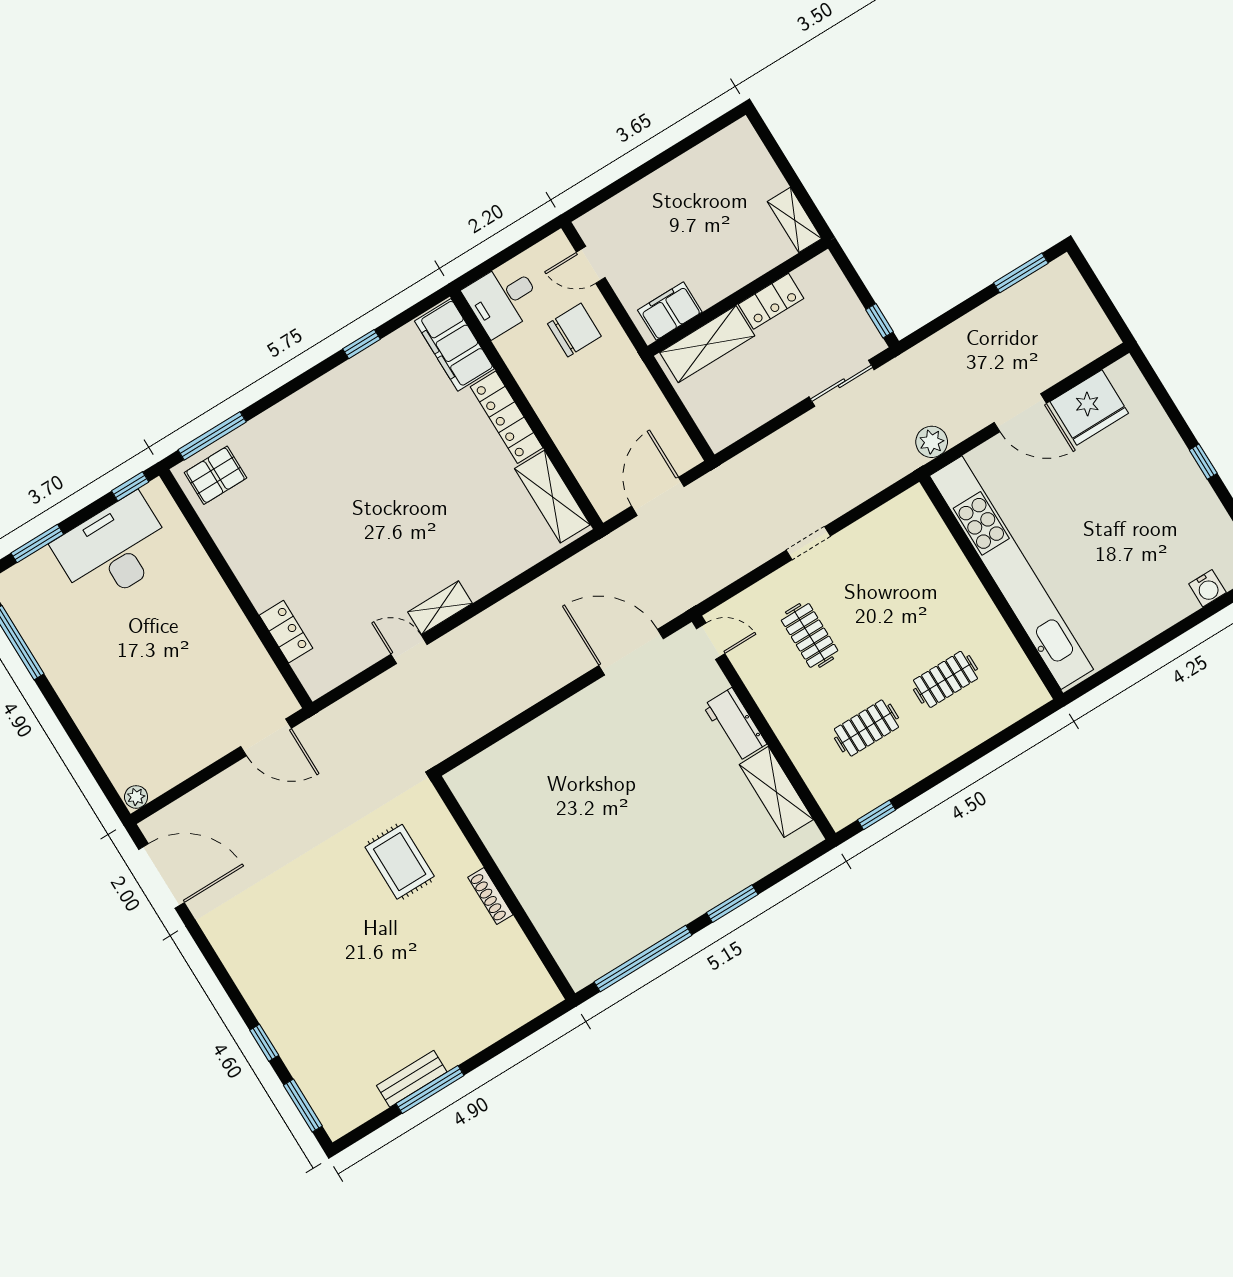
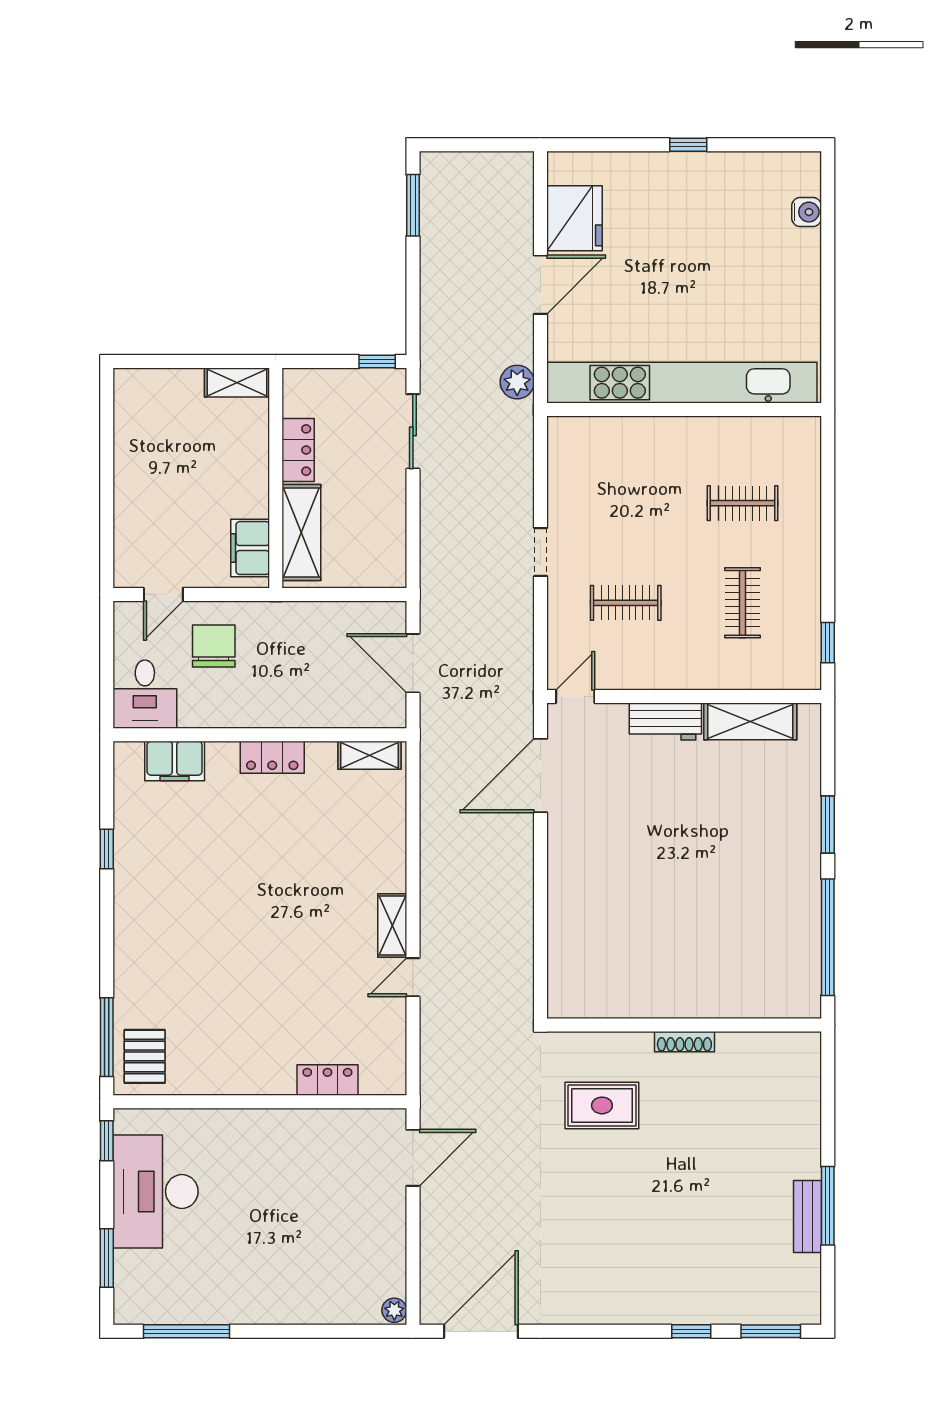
filing cabinet: (454, 345) -> (175, 761), width x0.67, depth x0.86
locker: (507, 417) -> (272, 757), width x0.66
shelving: (552, 497) -> (370, 755), width x0.67, depth x0.75
clothes rail: (946, 679) -> (742, 503), turned 90

